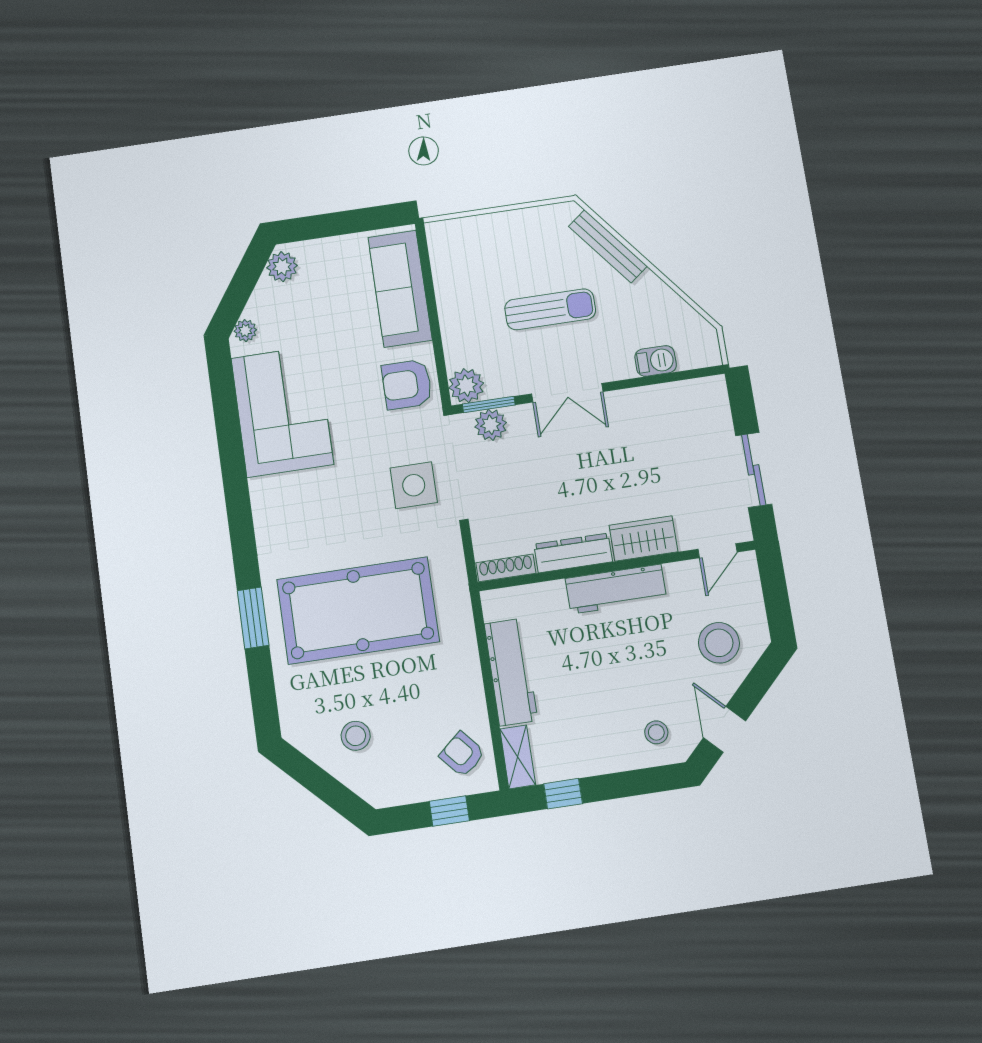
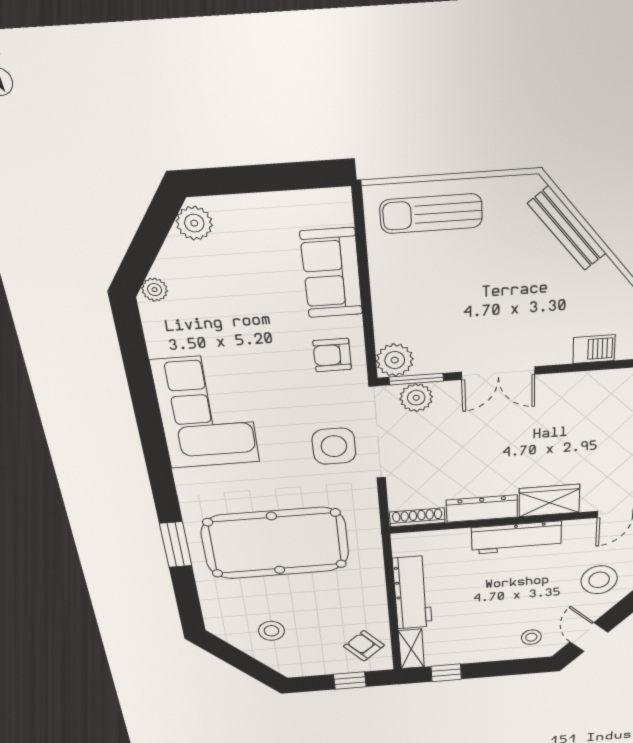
sofa: (400, 289) -> (332, 273), width x0.73
sun lounger: (550, 309) -> (431, 214), moved, turned 180
armchair: (407, 384) -> (332, 355), width x0.72, depth x0.72
corner sofa: (282, 411) -> (206, 412), moved

